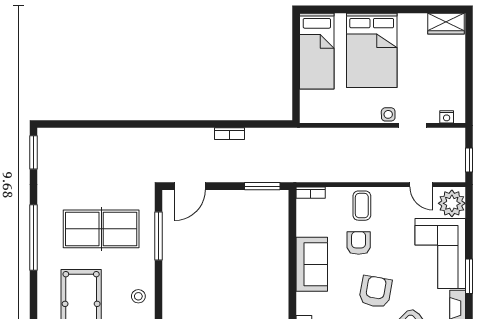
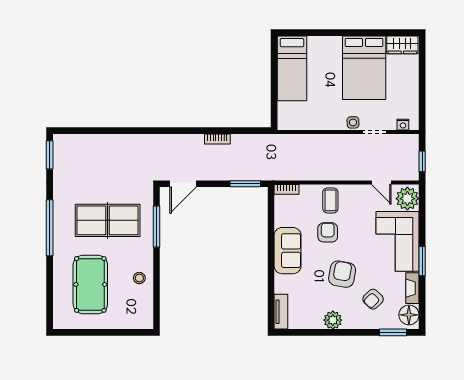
bed: (372, 50) -> (364, 68), moved

